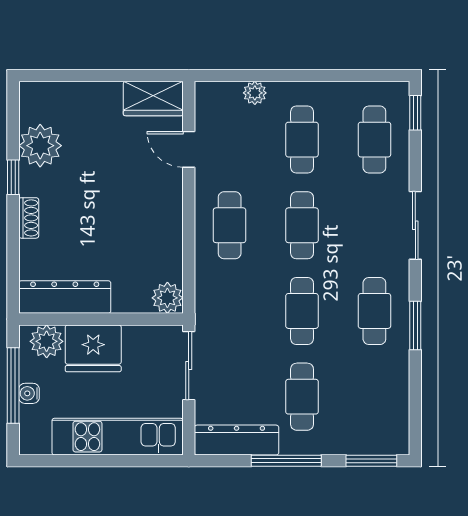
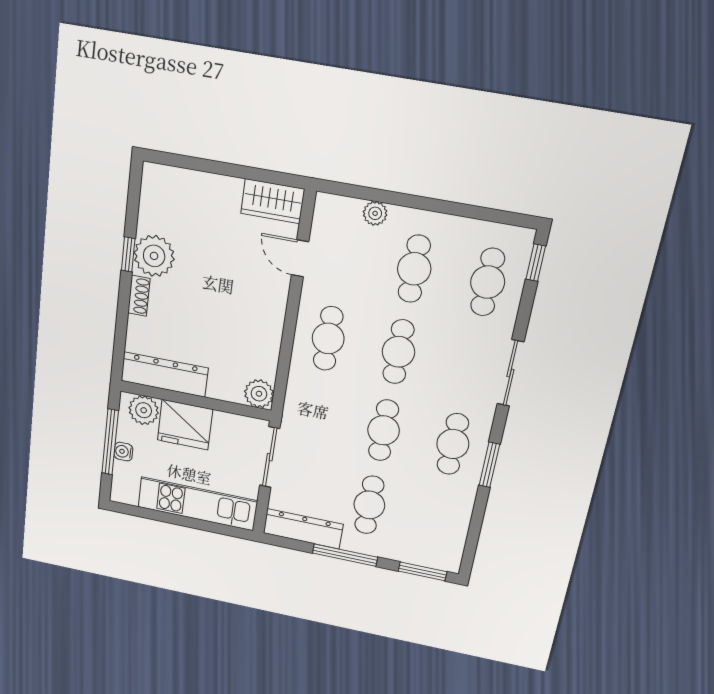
plant: (40, 146) -> (154, 256), moved

